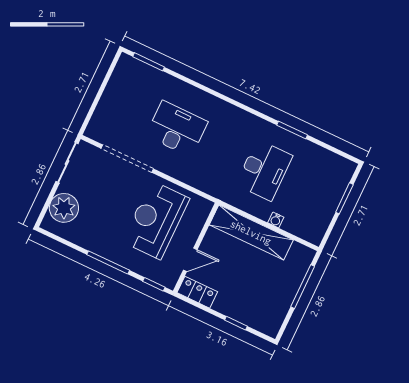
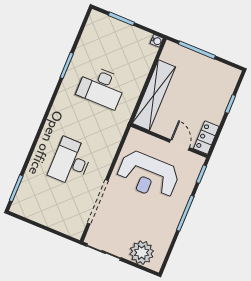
desk: (264, 170) -> (101, 87), turned 180
water cooler: (276, 220) -> (157, 41), moved

